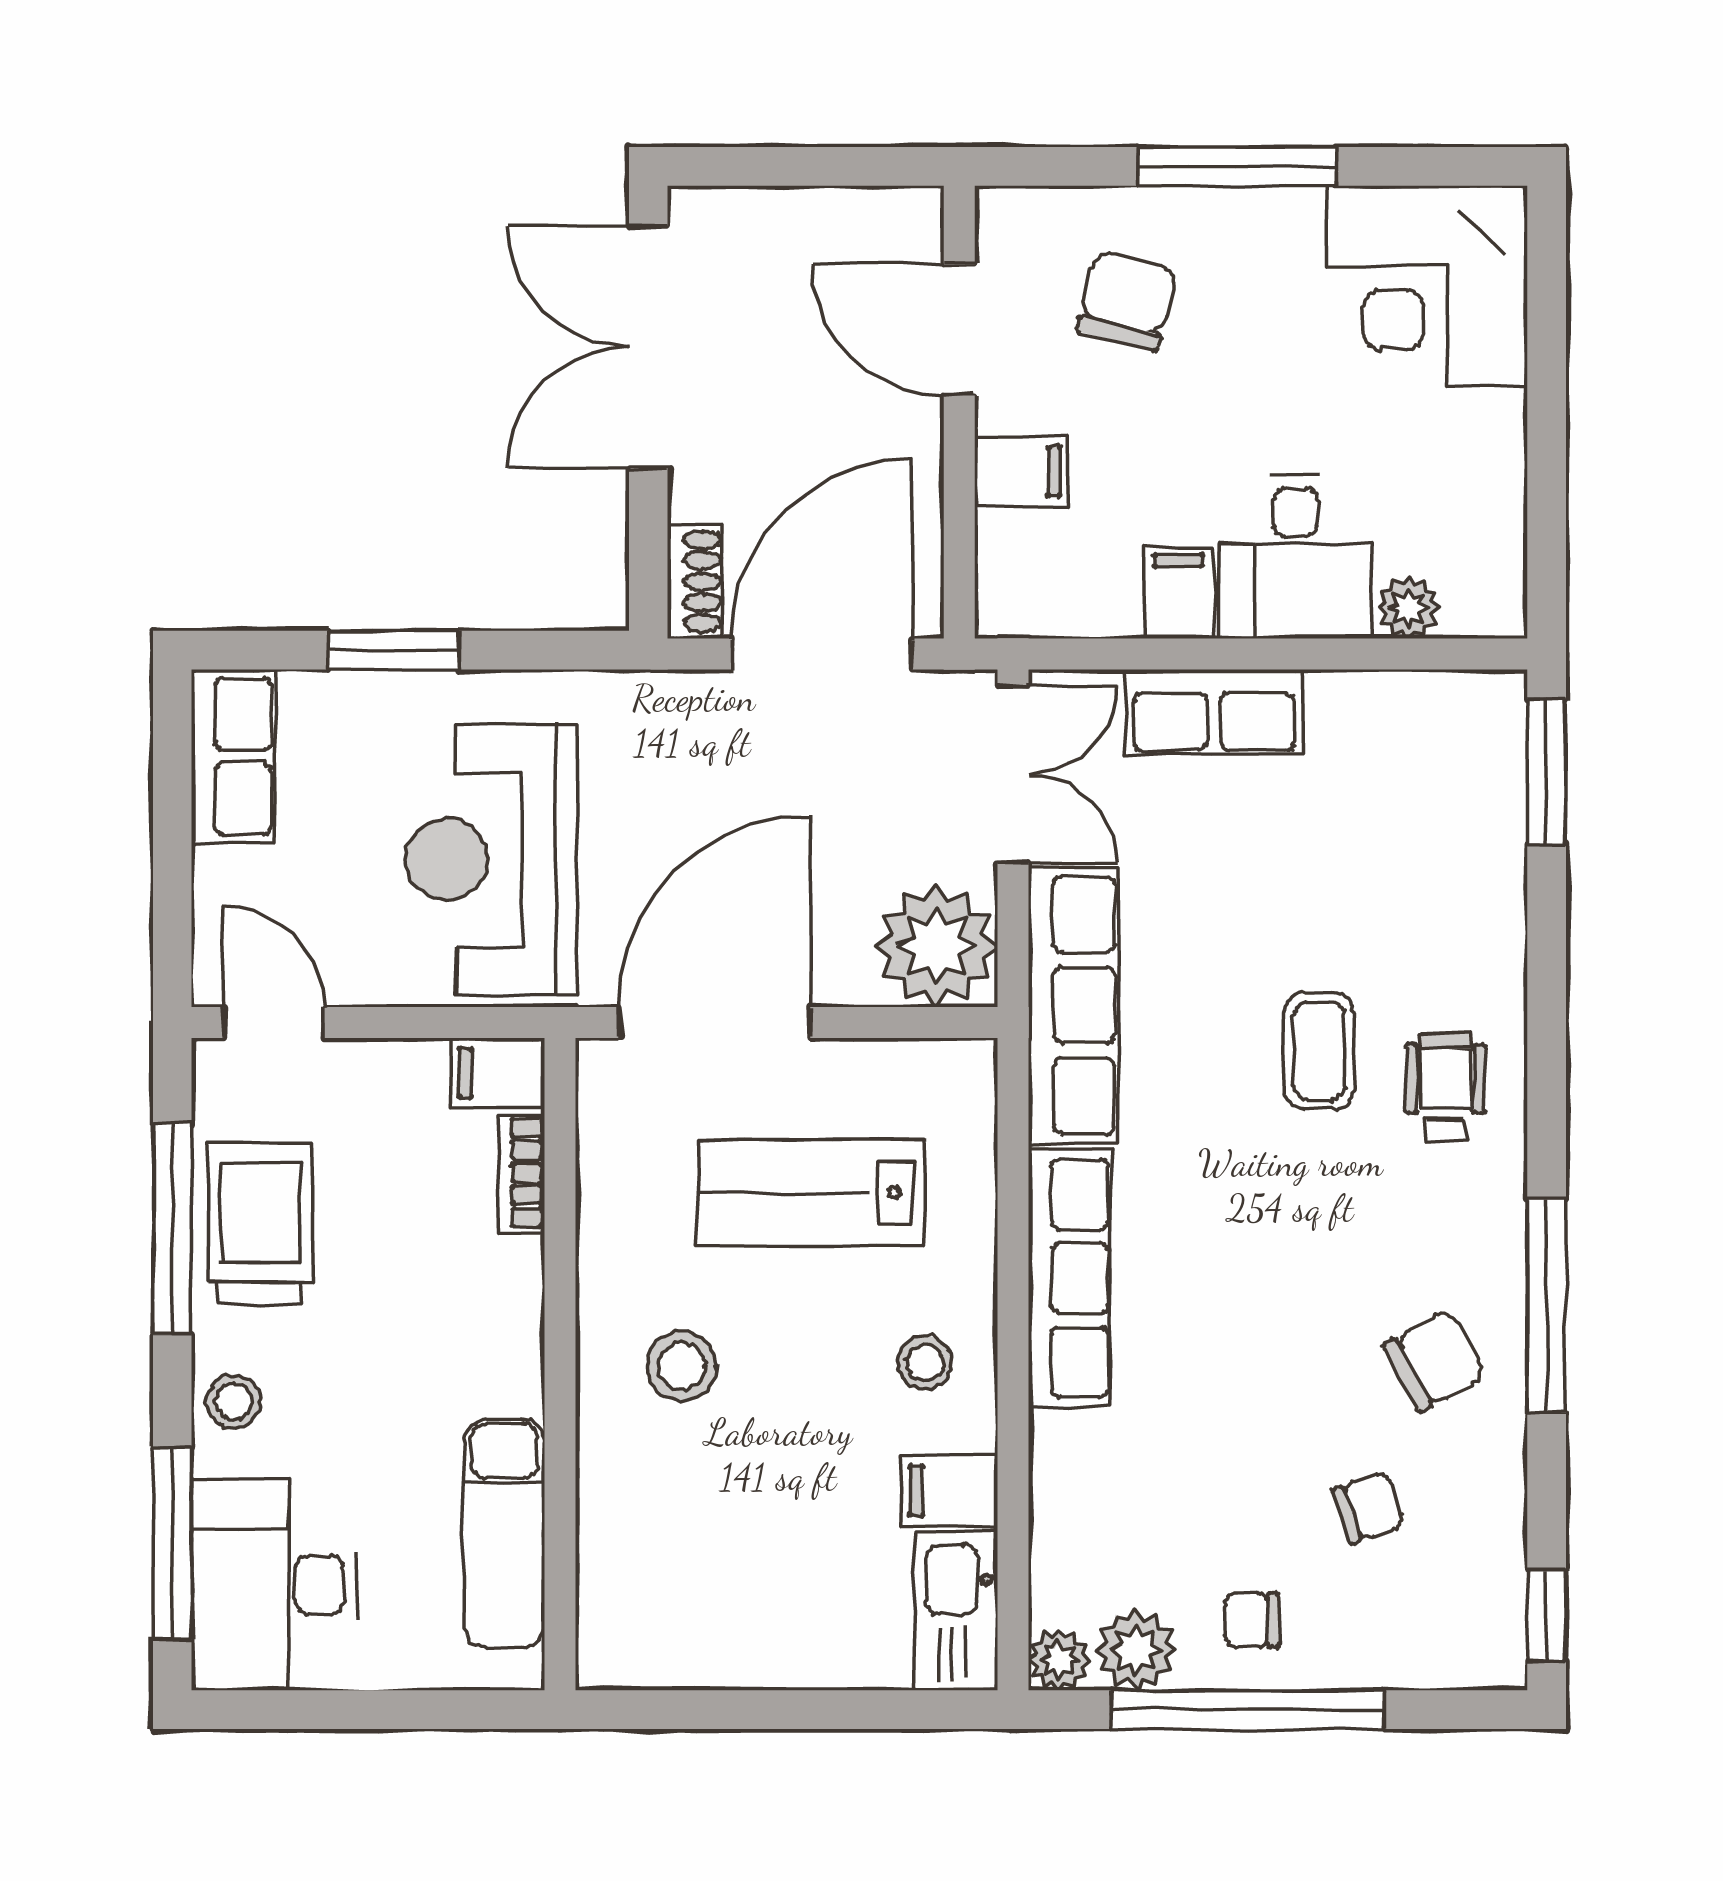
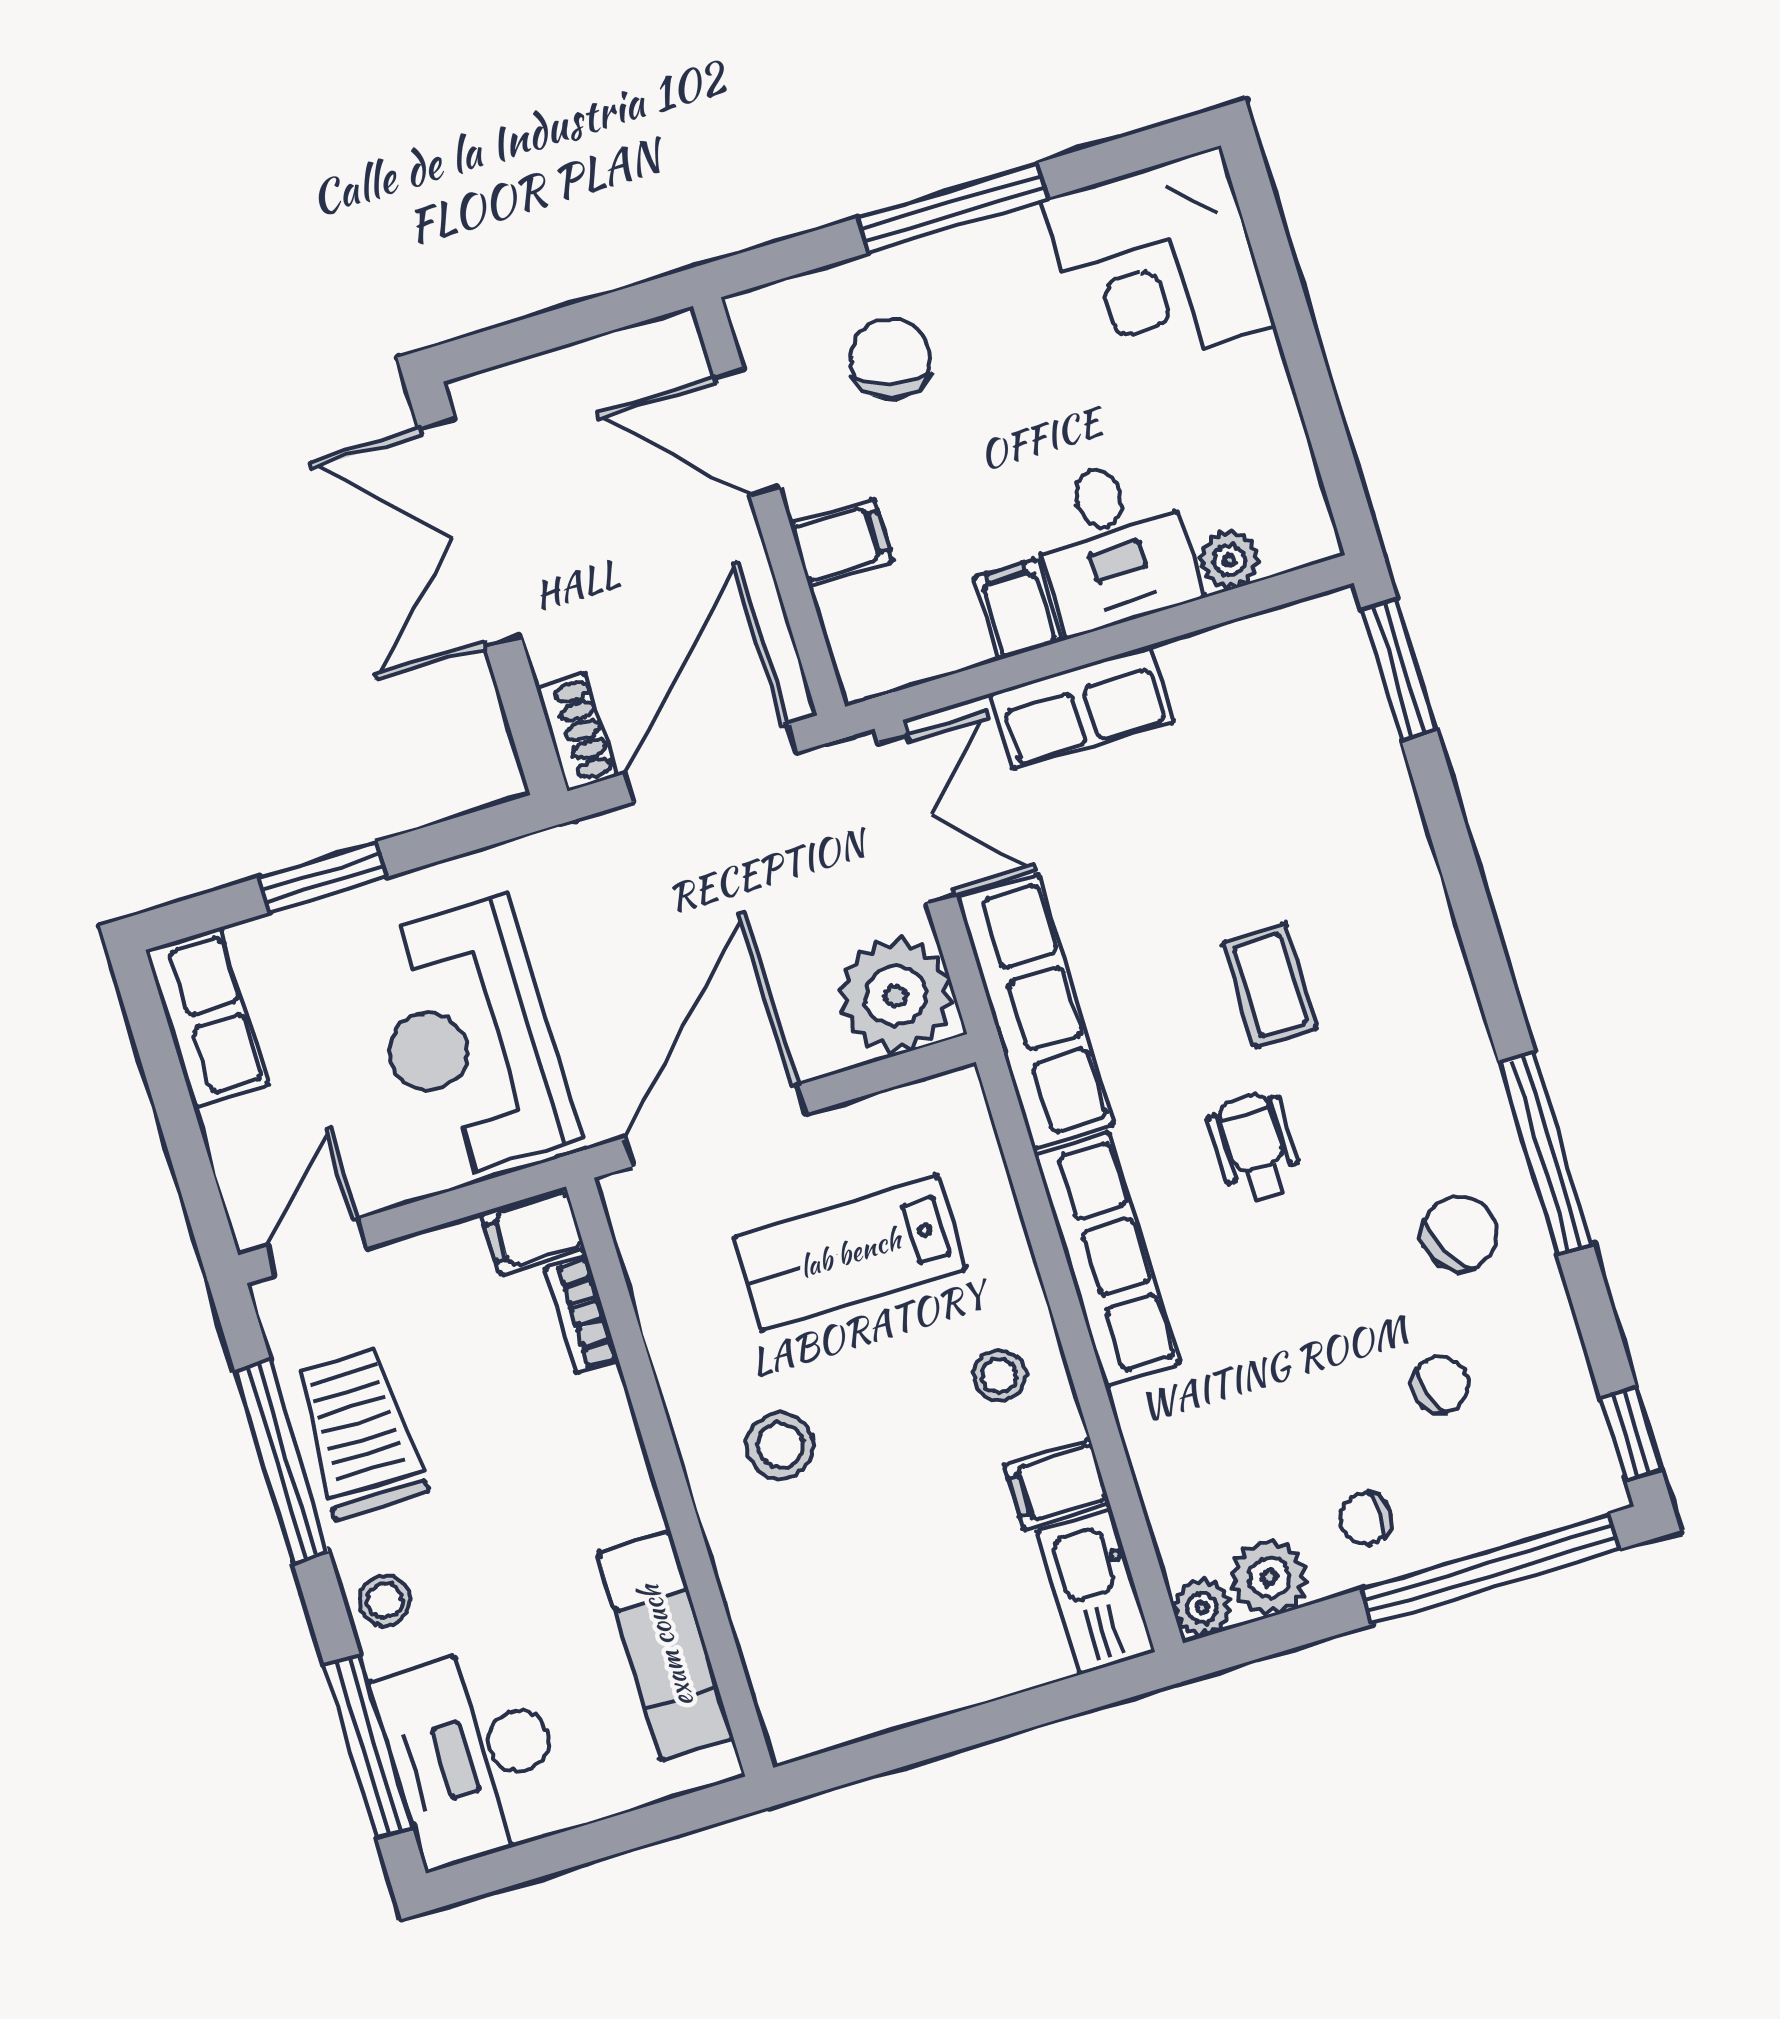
door: (274, 1022) -> (317, 1247), hinge flipped
wheelchair: (1446, 1087) -> (1255, 1148), moved
window: (1247, 1710) -> (1490, 1569), moved

